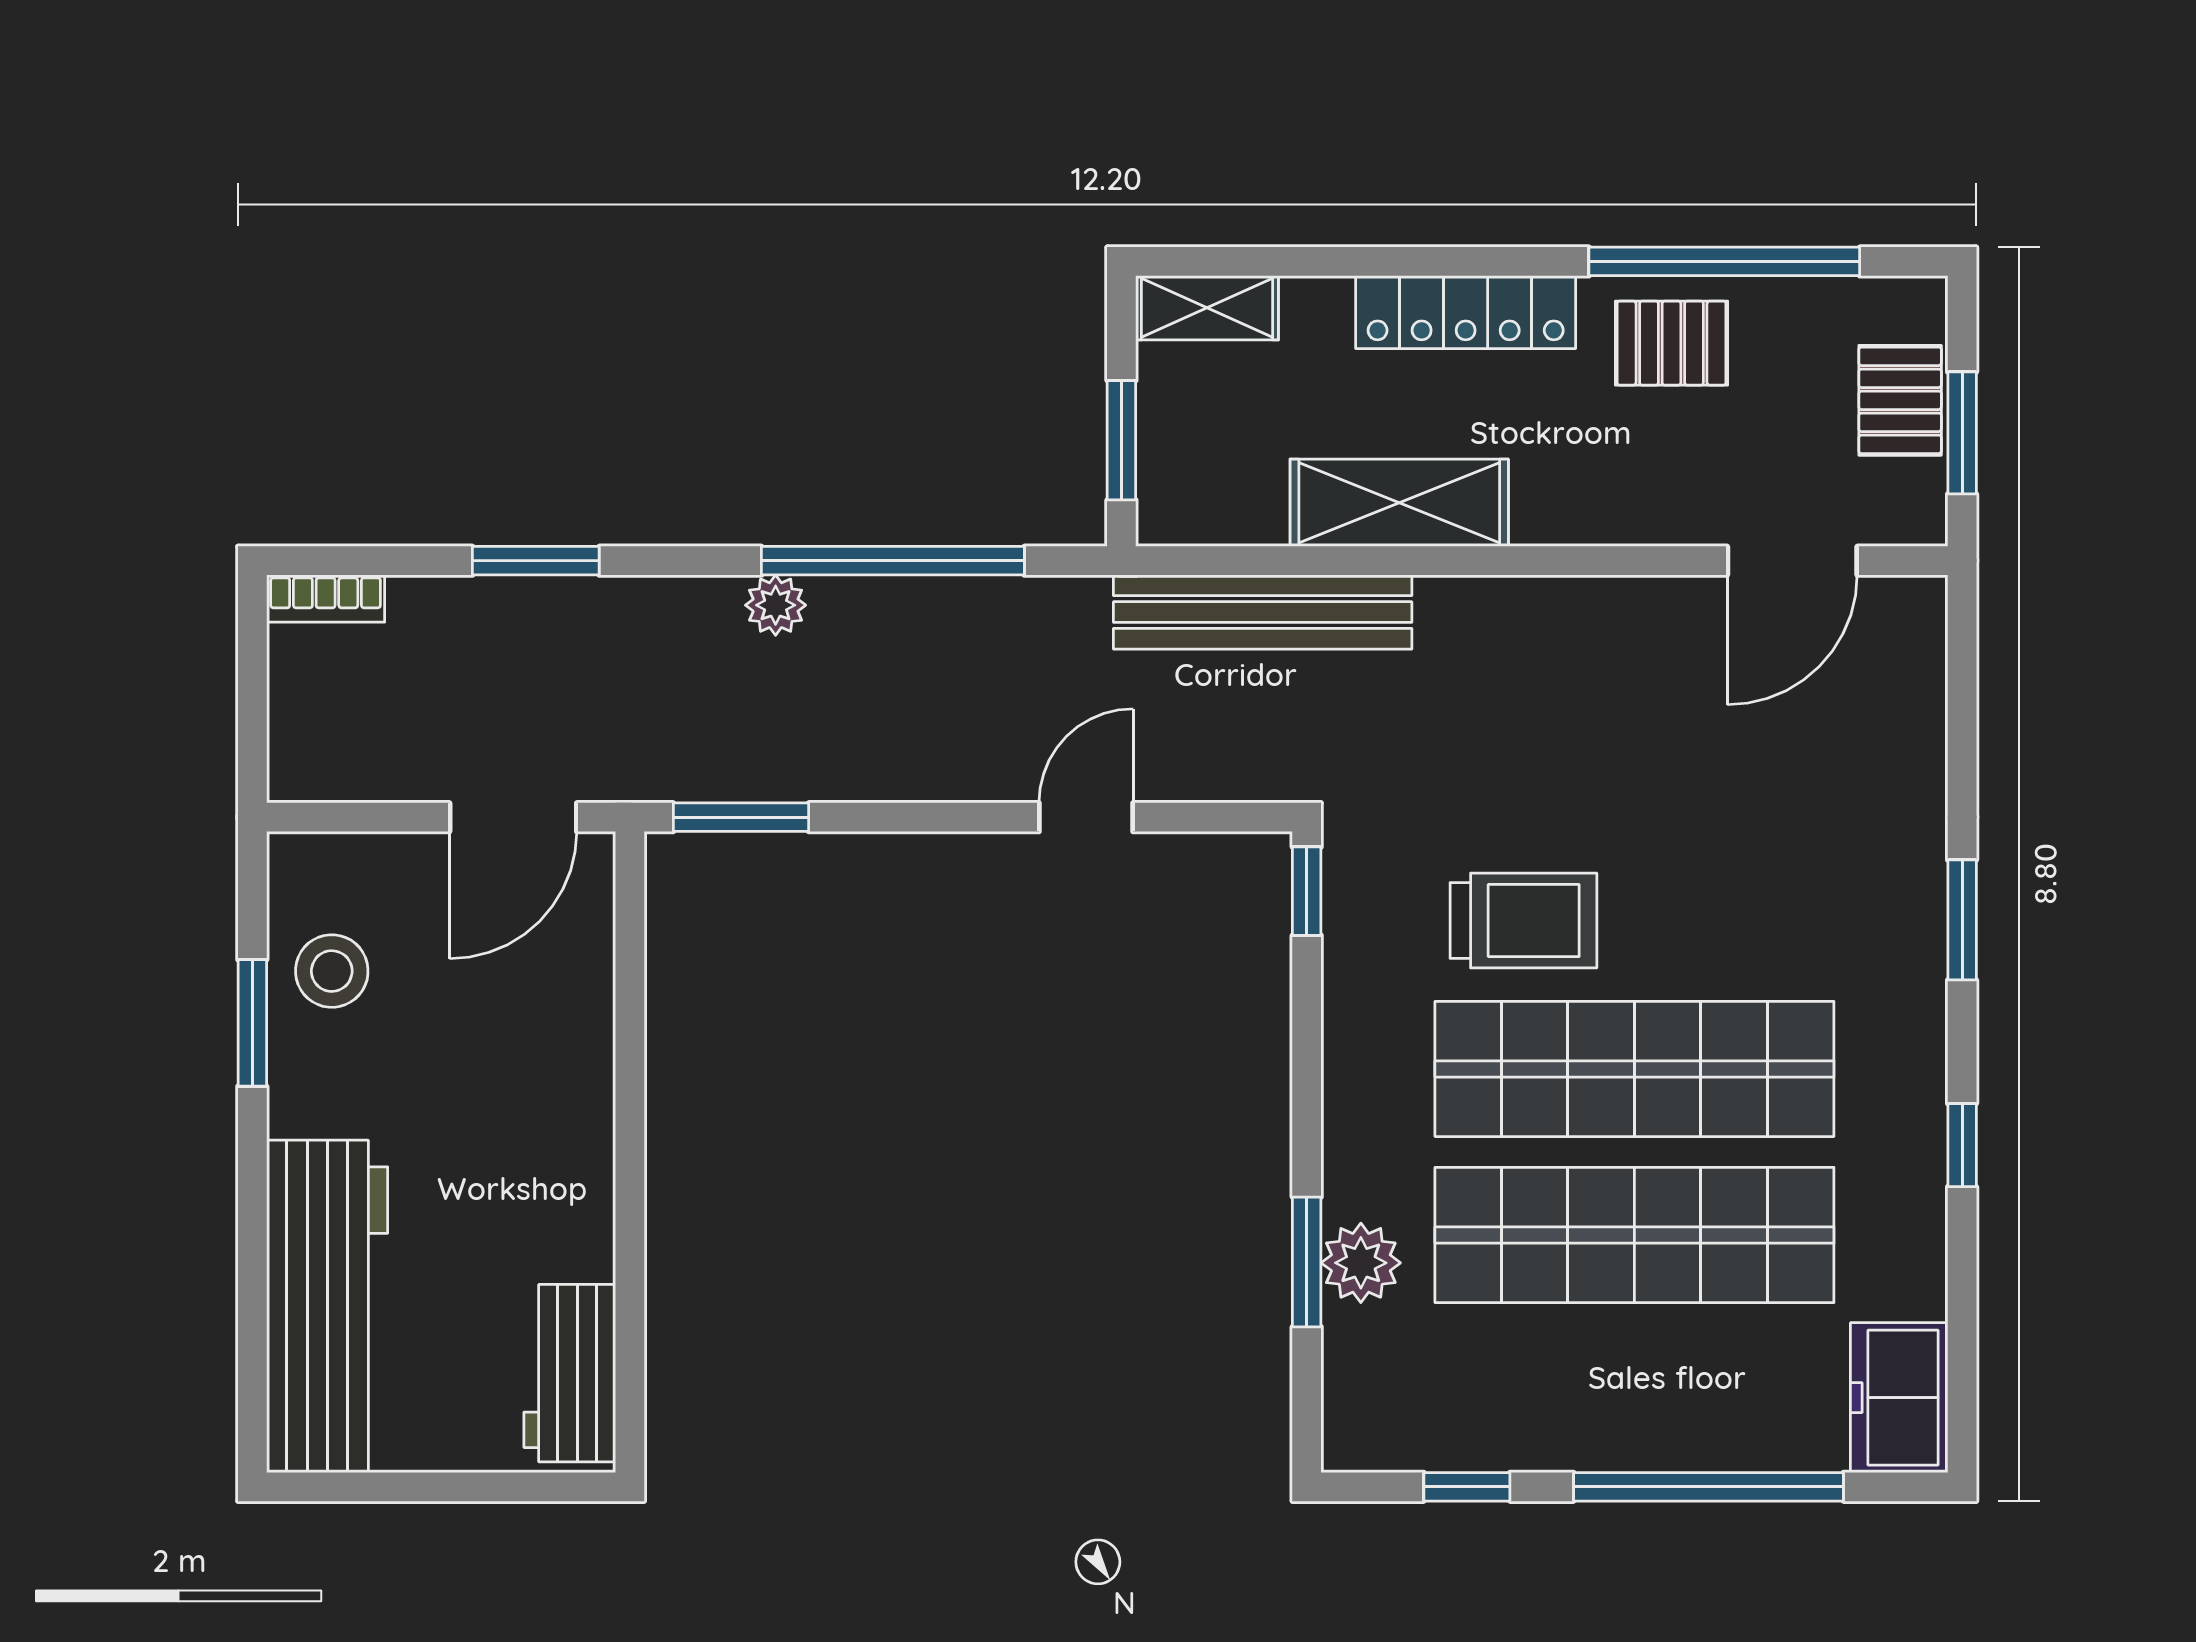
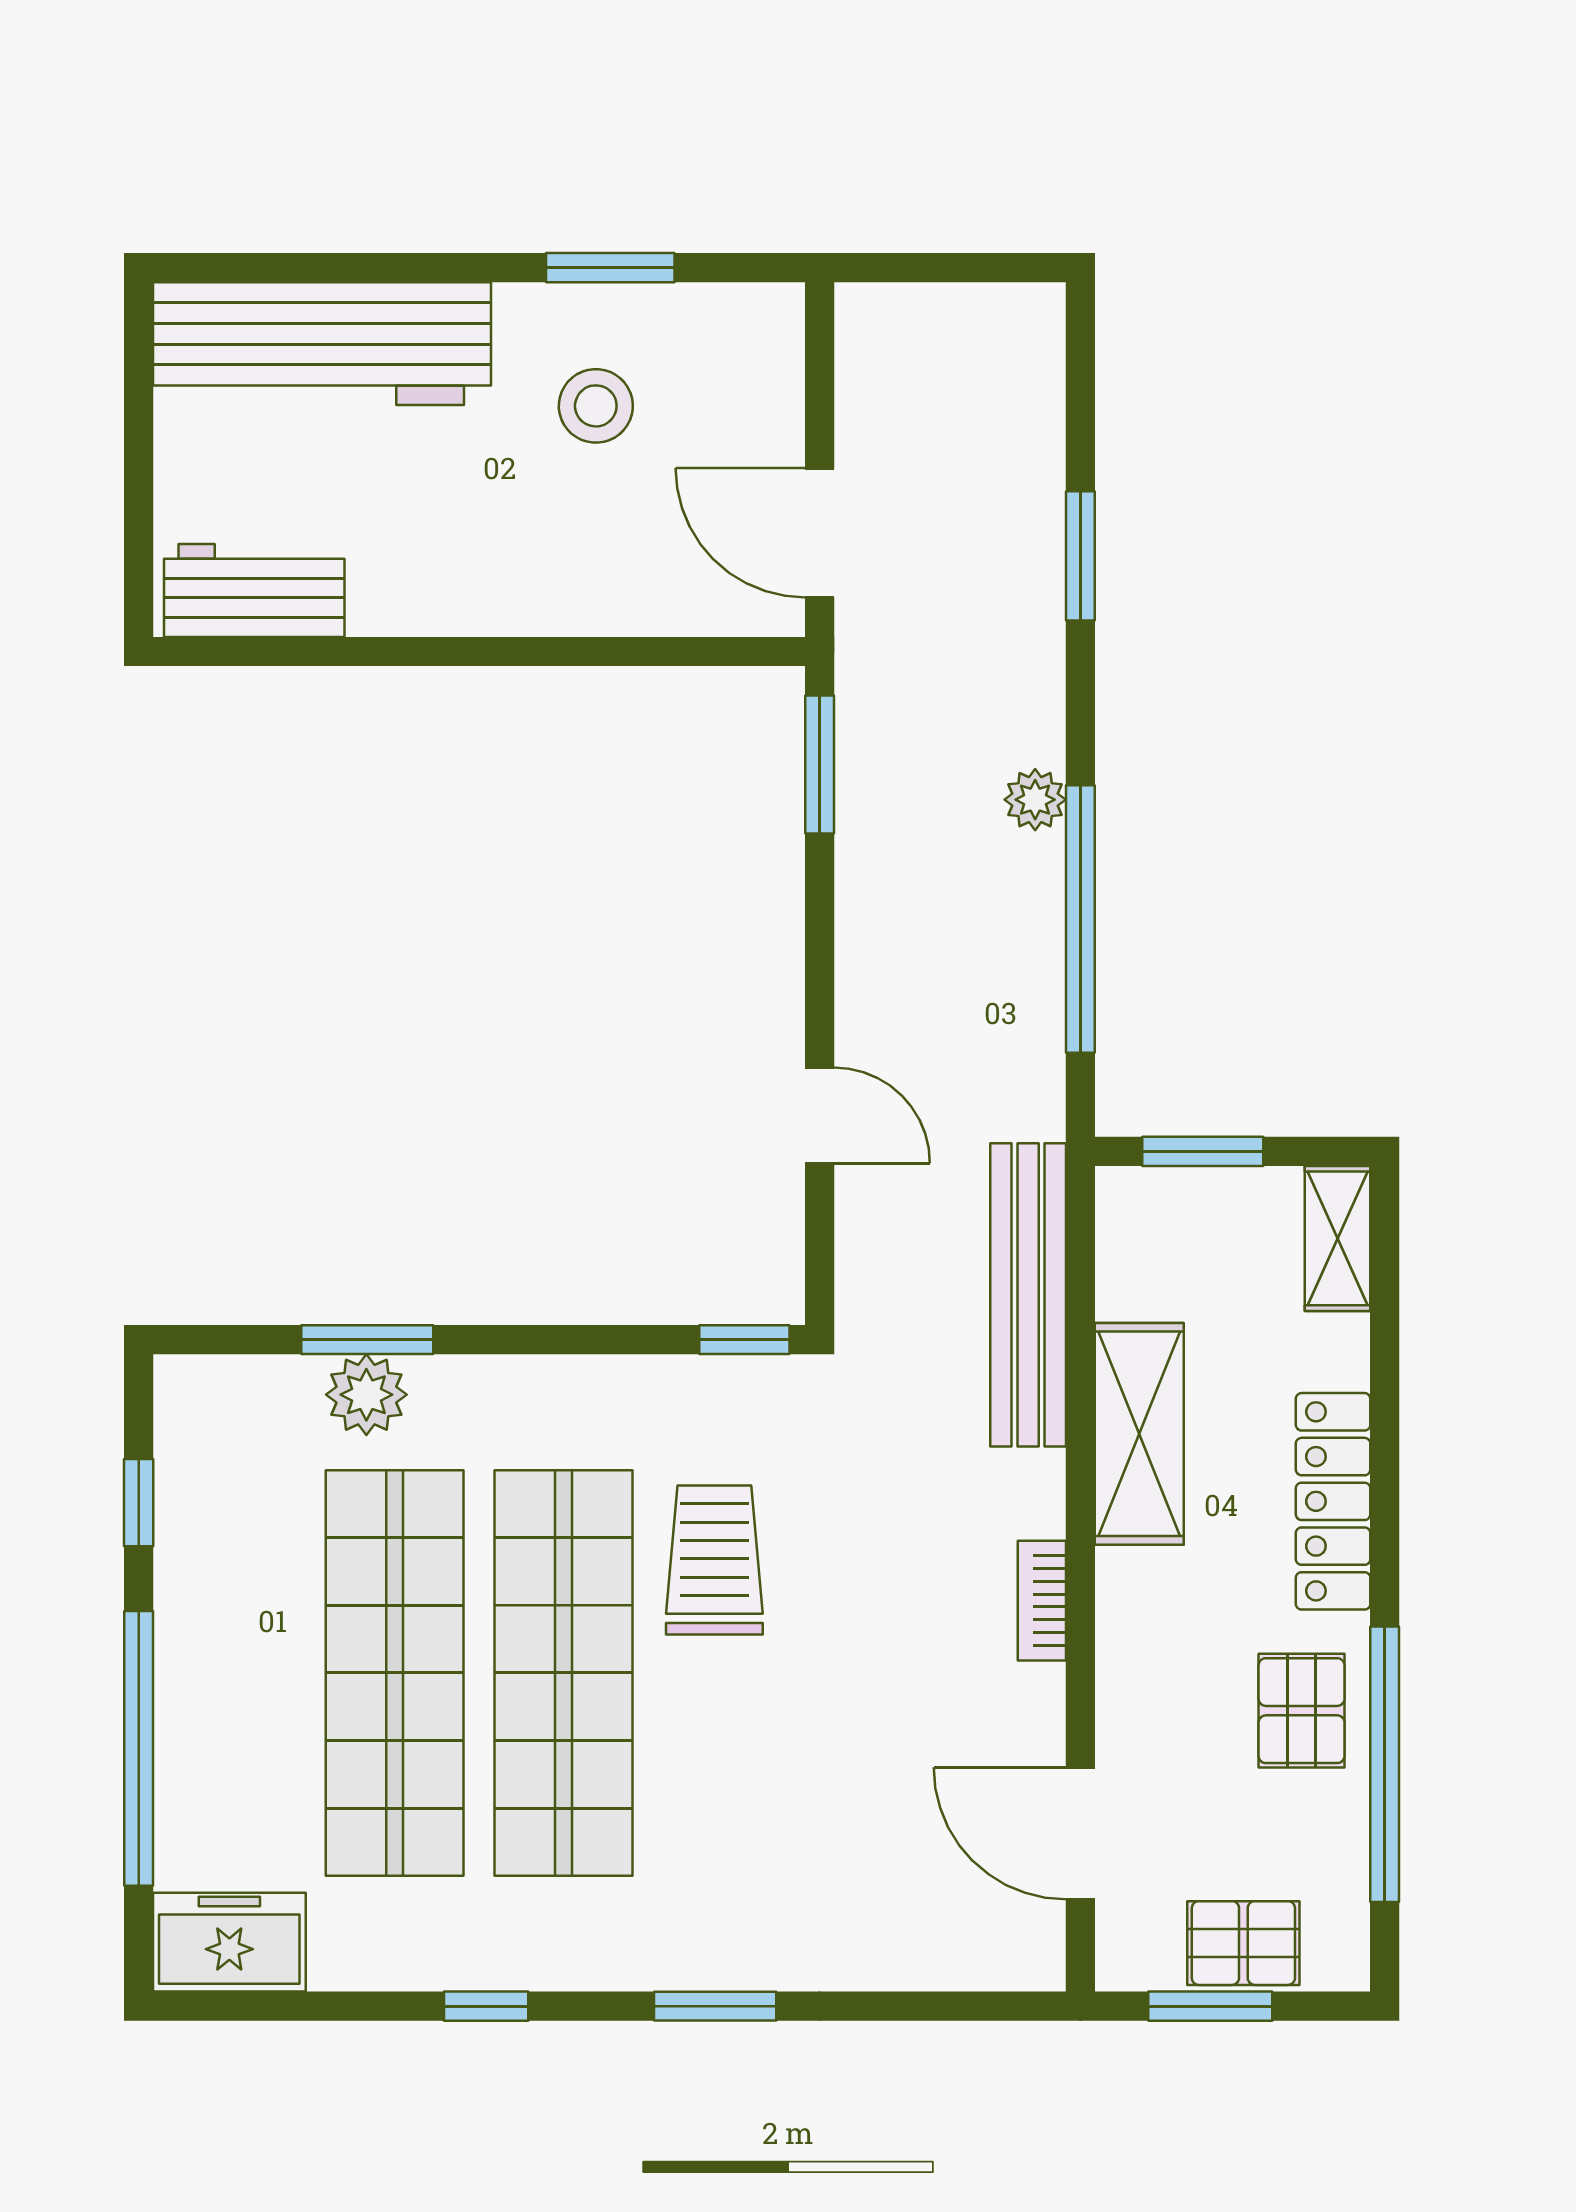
bookcase: (326, 599) -> (1042, 1601), moved
trolley: (1523, 921) -> (714, 1560), turned 180
stool: (332, 971) -> (596, 406), moved

